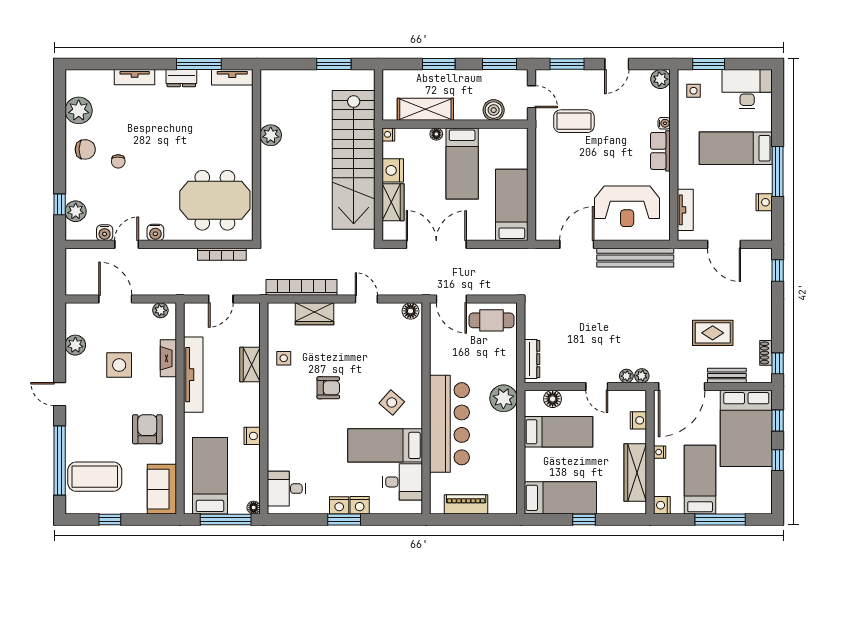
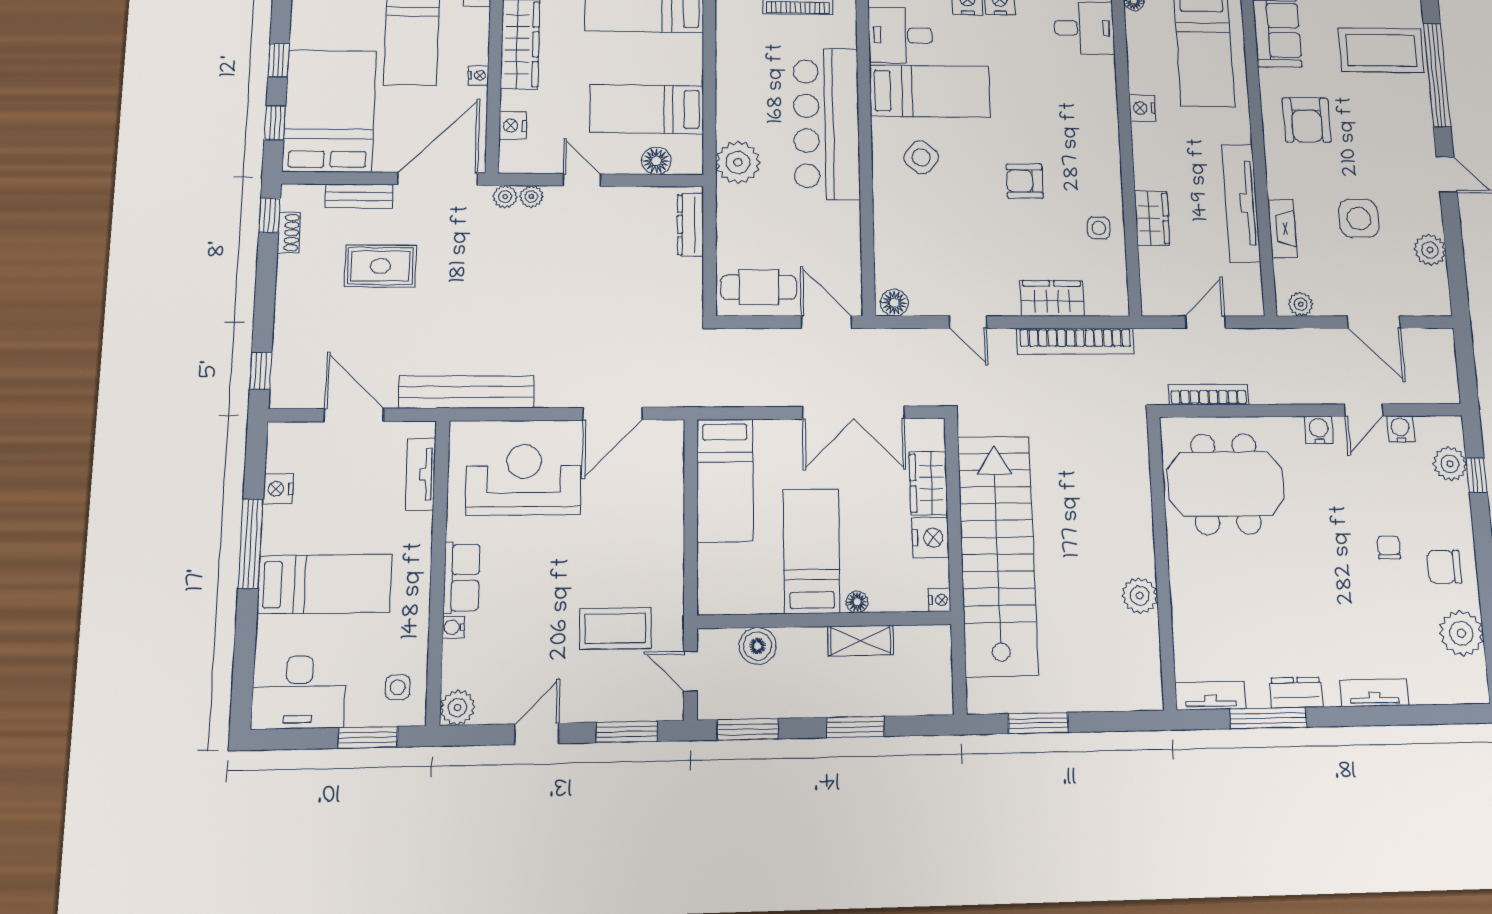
shelving: (425, 109) -> (861, 641), width x0.67, depth x0.75
bench: (635, 258) -> (466, 392), moved

